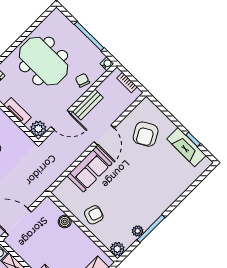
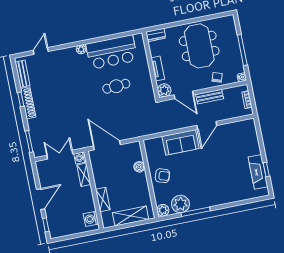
armchair: (146, 134) -> (236, 144), removed
plant: (138, 231) -> (180, 204), width x1.88, depth x1.88

